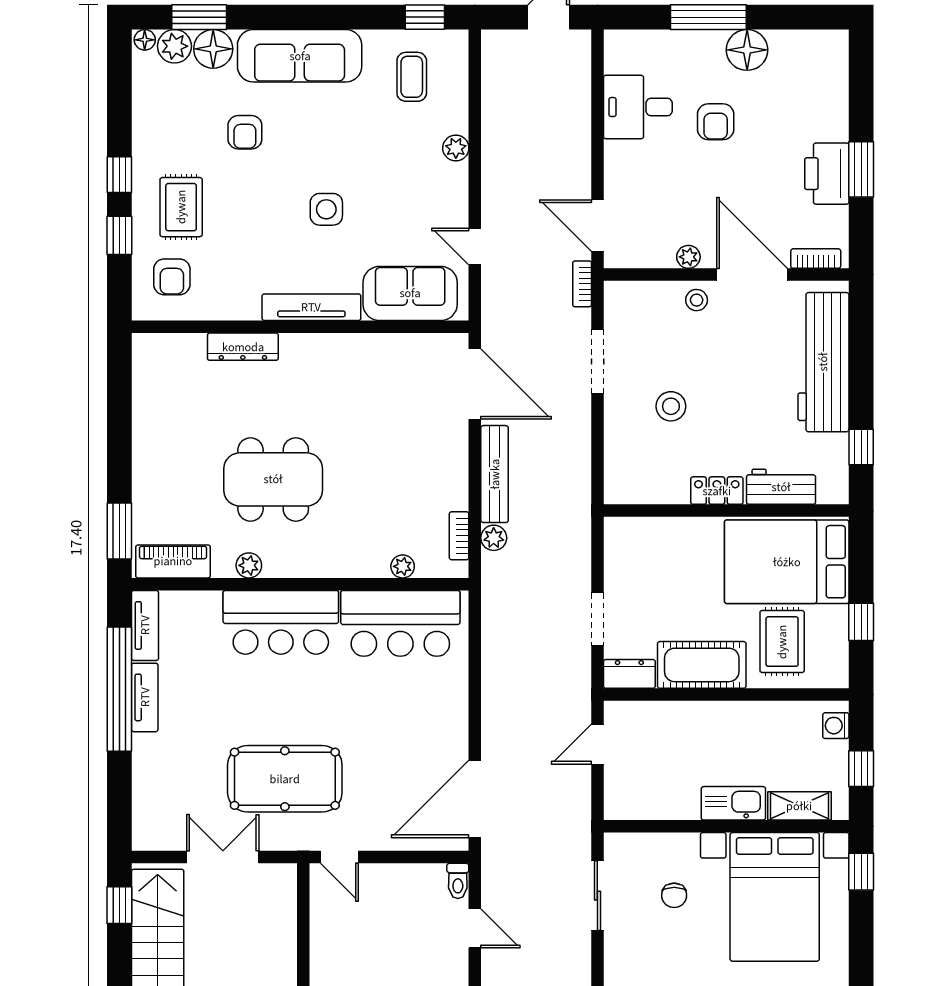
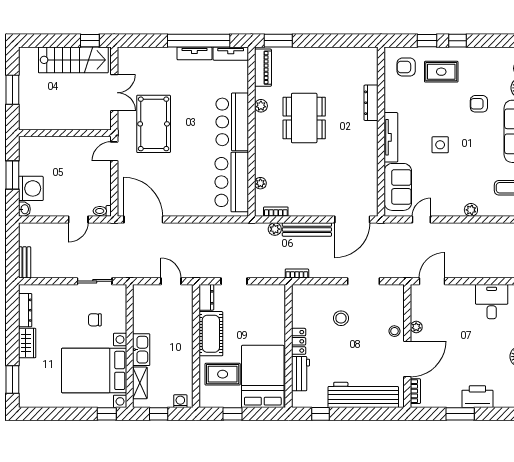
armchair: (716, 122) -> (484, 341), removed
printer: (827, 174) -> (477, 397), moved
bookcase: (582, 284) -> (297, 274), moved

